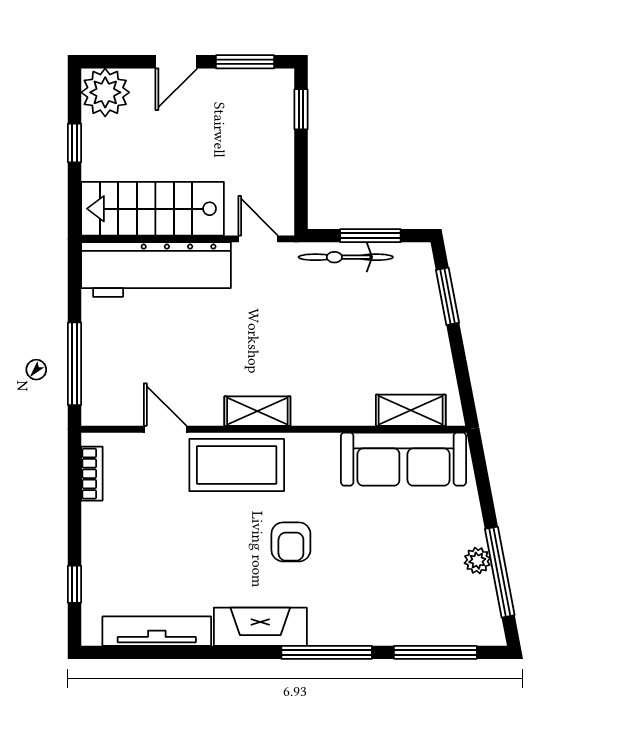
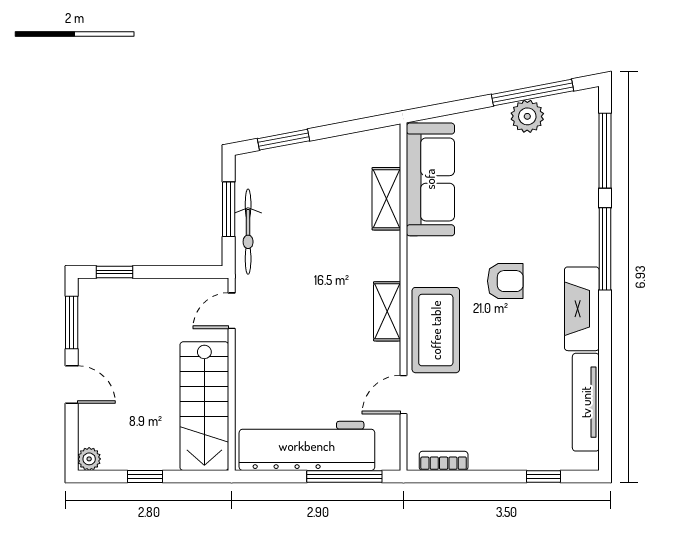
plant: (105, 92) -> (89, 459), width x0.53, depth x0.53
workbench: (156, 270) -> (307, 446), moved, turned -90
shelving: (411, 410) -> (386, 199), moved
plant: (477, 561) -> (527, 116), width x1.38, depth x1.38

